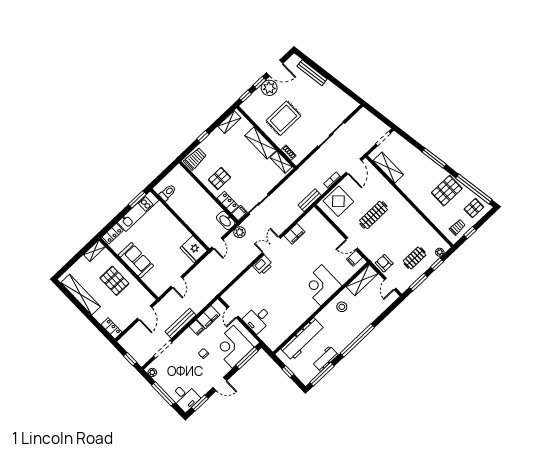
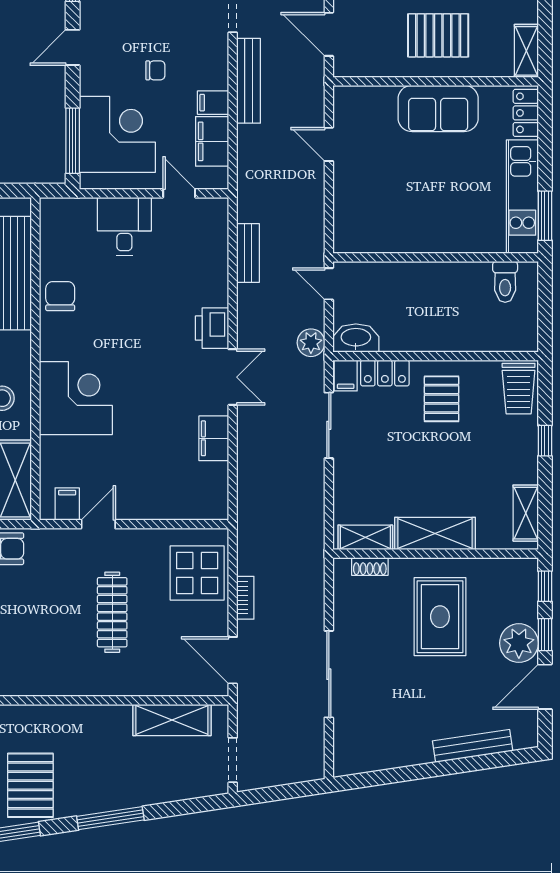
bench: (310, 200) -> (248, 253), moved
fridge: (194, 249) -> (359, 231), removed
chair: (296, 318) -> (60, 296), added

